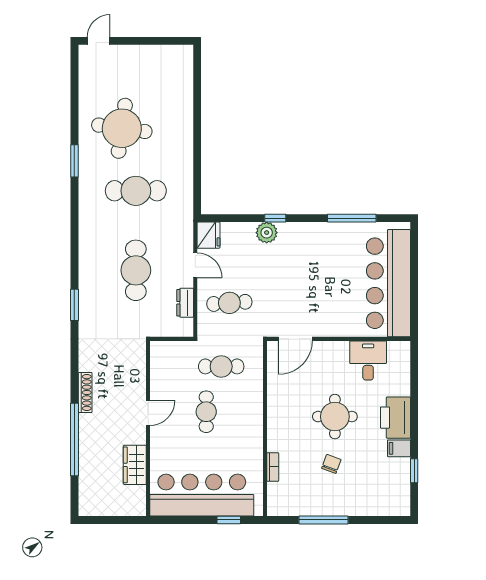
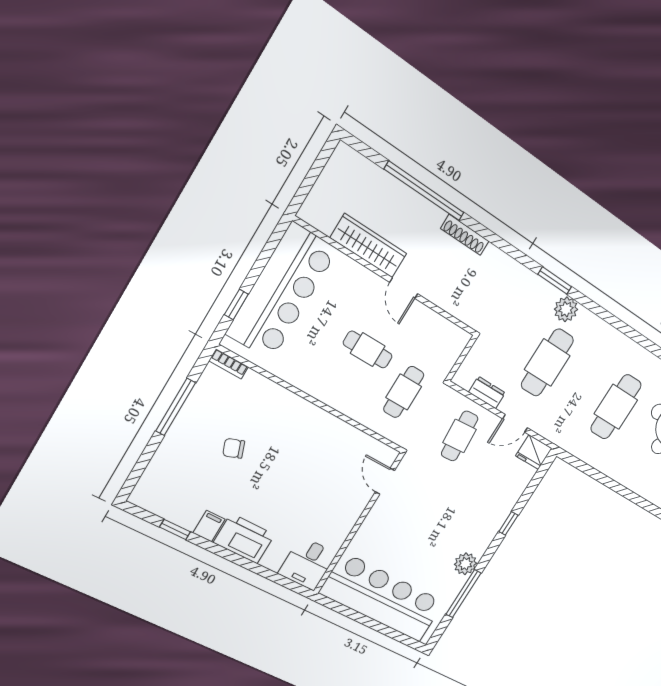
plant: (267, 233) -> (465, 564), moved
cafe table: (136, 270) -> (547, 363), turned 90
plant: (89, 282) -> (566, 309), added
door: (295, 339) -> (385, 481), width x0.73
desk: (368, 360) -> (307, 563), moved, turned 90
round table: (335, 417) -> (282, 479), removed
chair: (331, 464) -> (234, 448), turned 140
wardrobe: (135, 465) -> (369, 246), width x1.50
bookcase: (273, 467) -> (229, 364), moved

